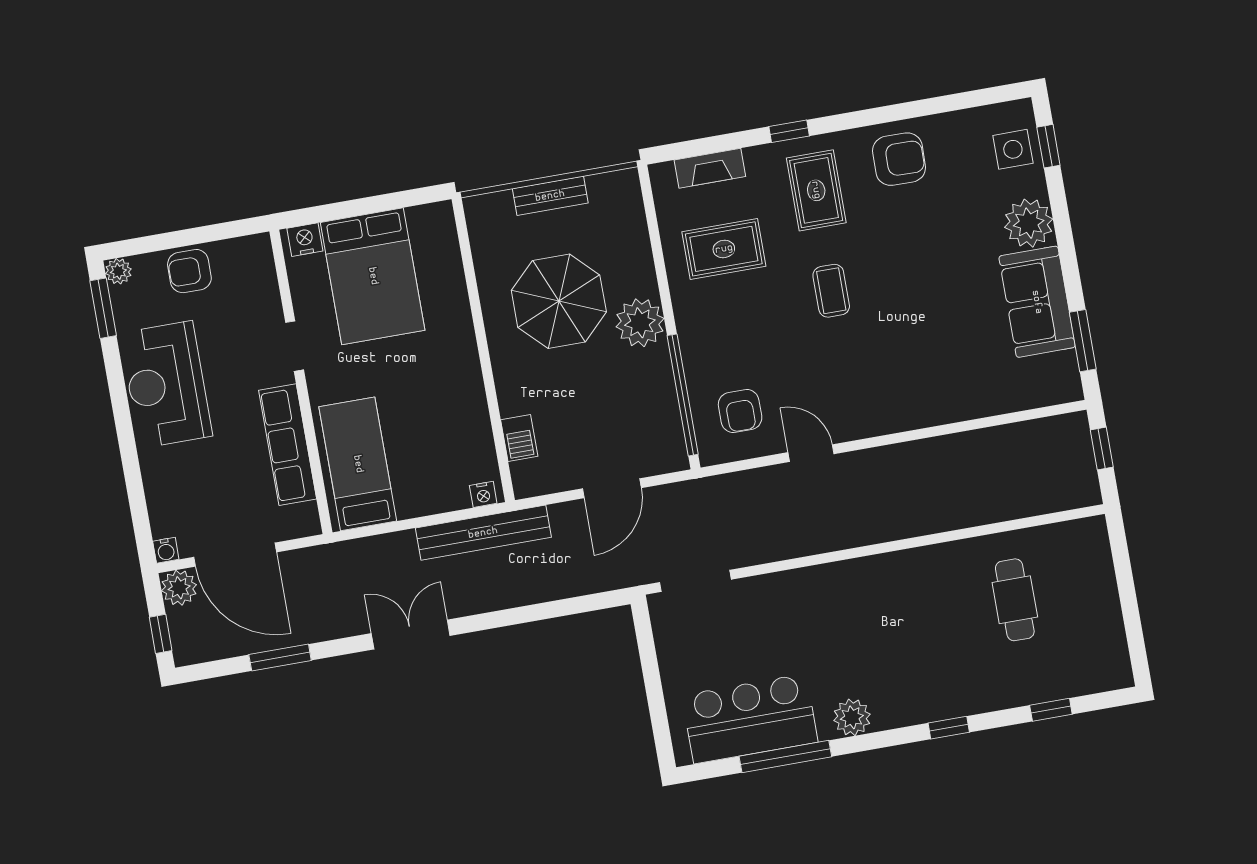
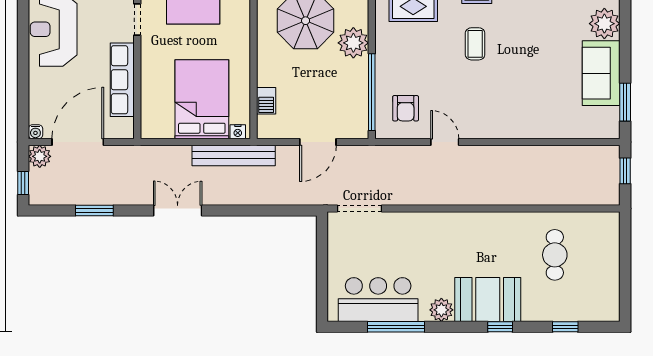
bed: (358, 464) -> (202, 99), moved, width x1.50
door: (235, 555) -> (78, 142), swing flipped
booth: (922, 688) -> (488, 299), added

